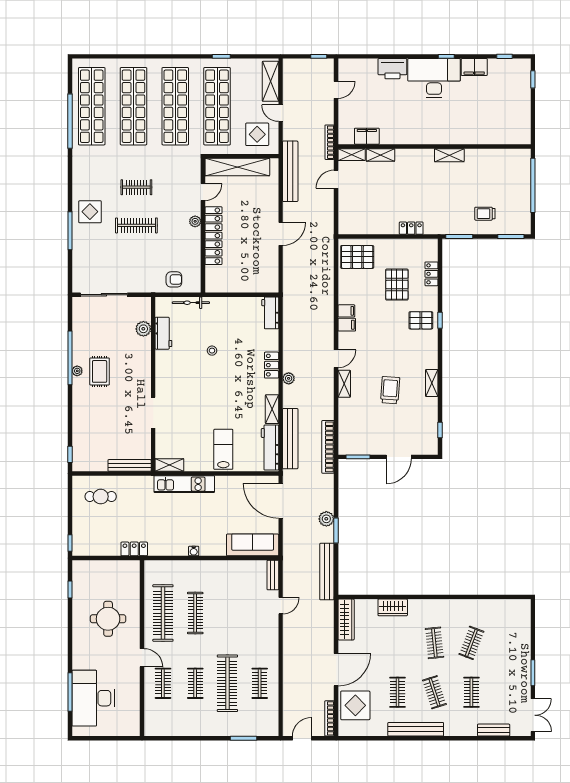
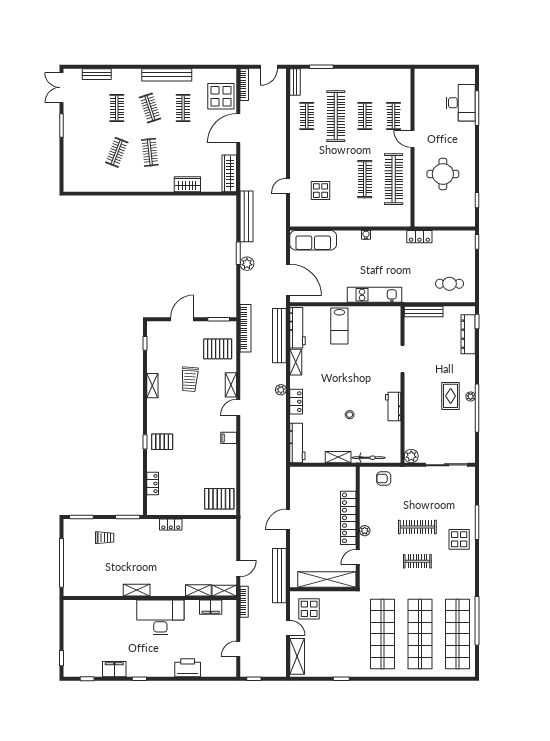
desk: (434, 78) -> (160, 617), moved, turned 180
shop shelf: (217, 106) -> (345, 634), removed
pallet: (397, 285) -> (218, 349), moved, turned 90
filing cabinet: (346, 311) -> (229, 450), removed
workbench: (270, 313) -> (297, 443), width x1.38
plant: (143, 329) -> (411, 456), moved
workbench: (163, 333) -> (393, 406), moved
dresser: (80, 440) -> (468, 334), added
shelving: (169, 465) -> (338, 457), moved
bench: (273, 575) -> (295, 82), moved
display table: (244, 600) -> (320, 191), added
desk: (93, 698) -> (461, 103), width x0.73, depth x0.77

